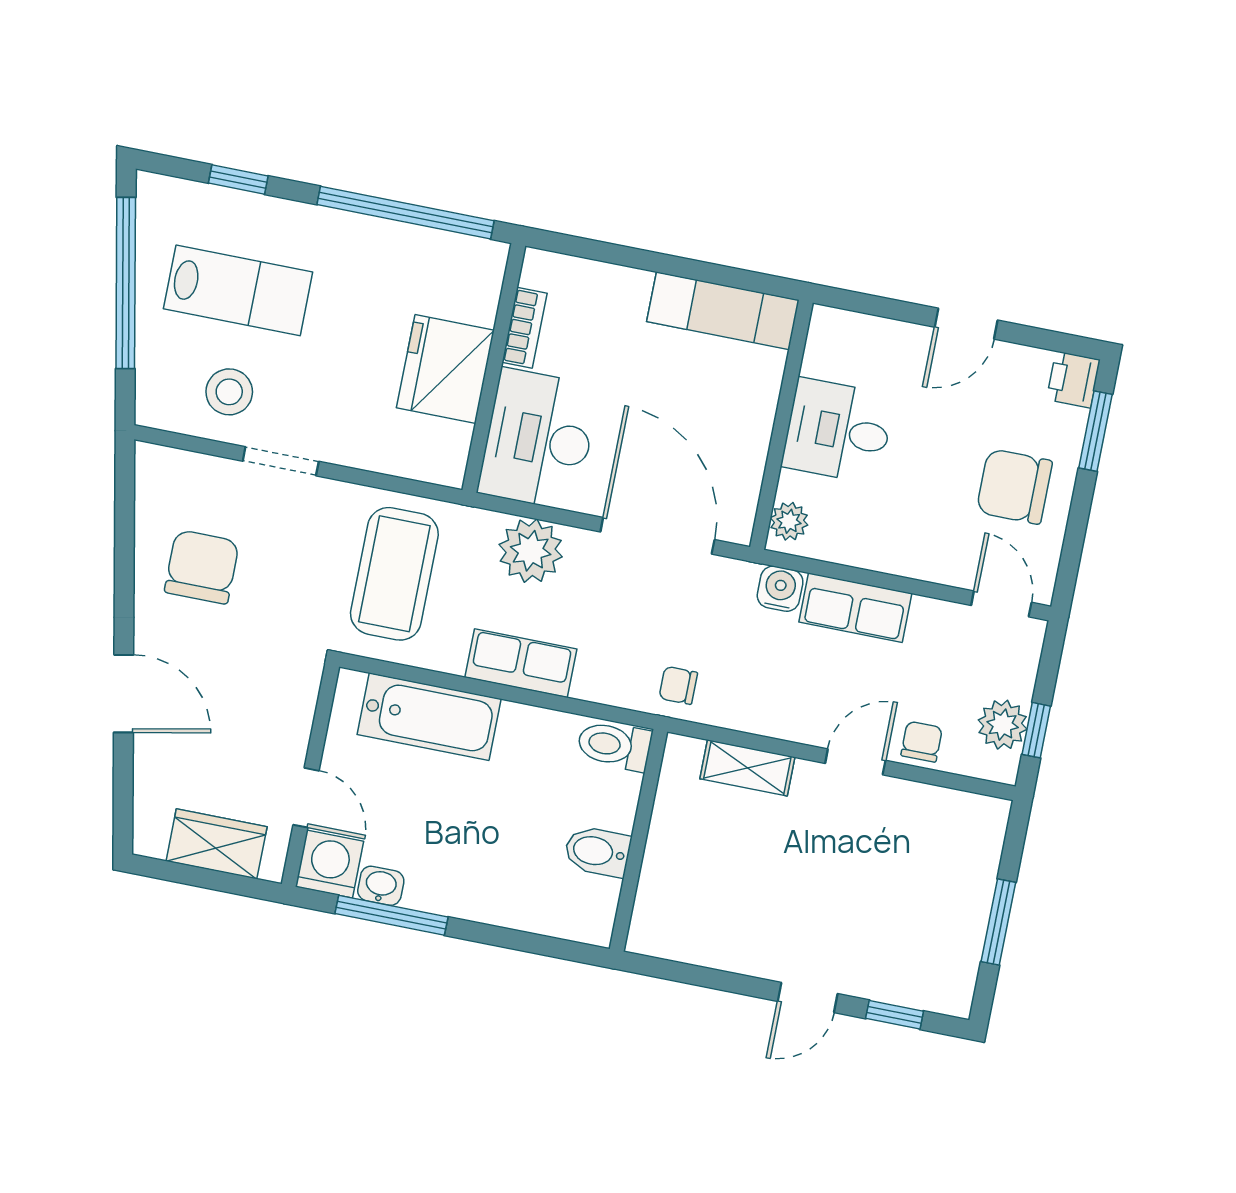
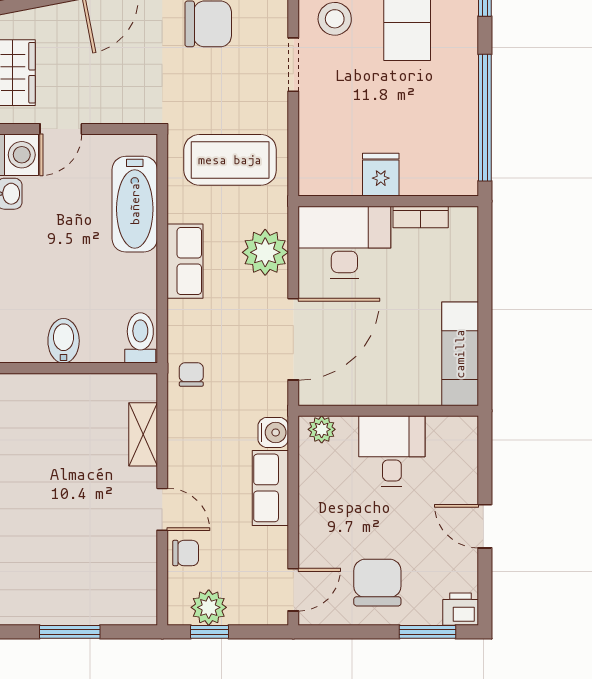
fridge: (445, 369) -> (381, 175), width x0.53, depth x0.75

